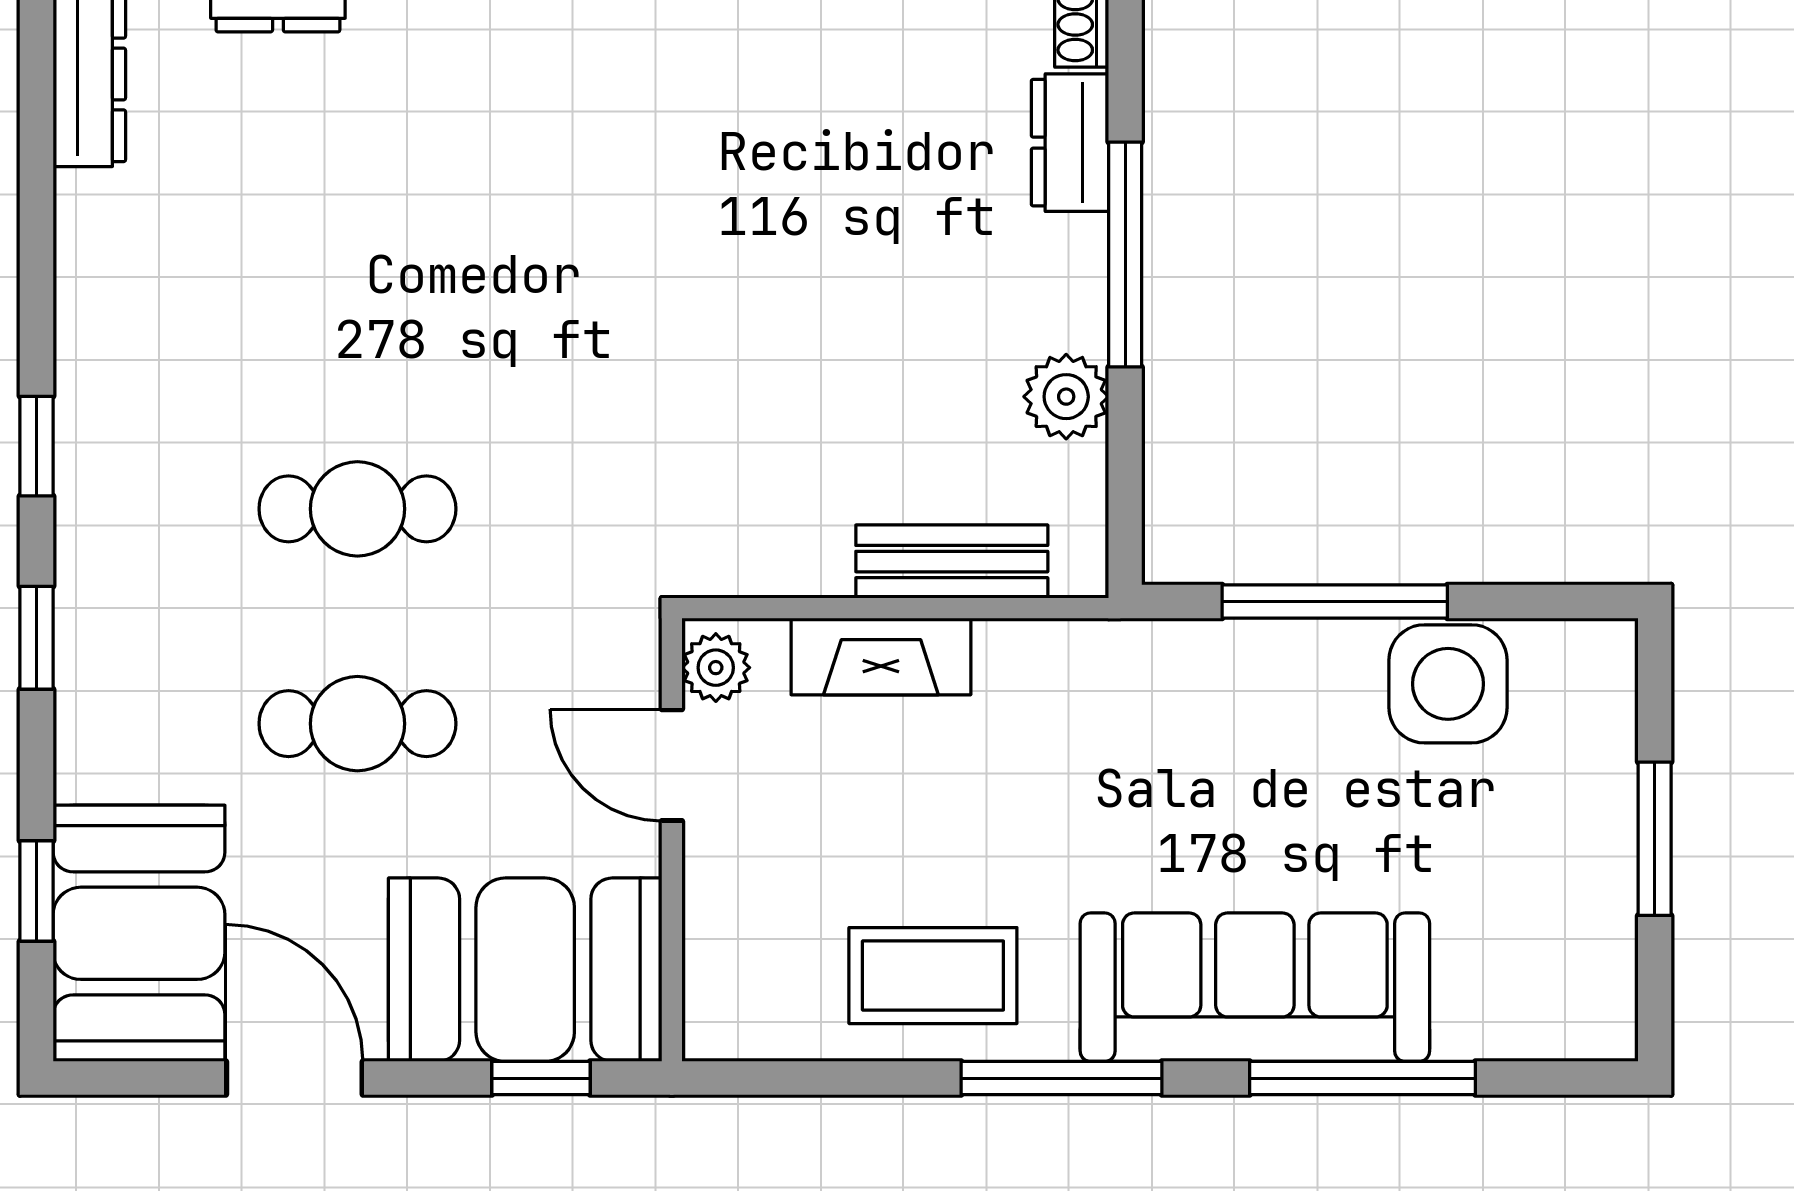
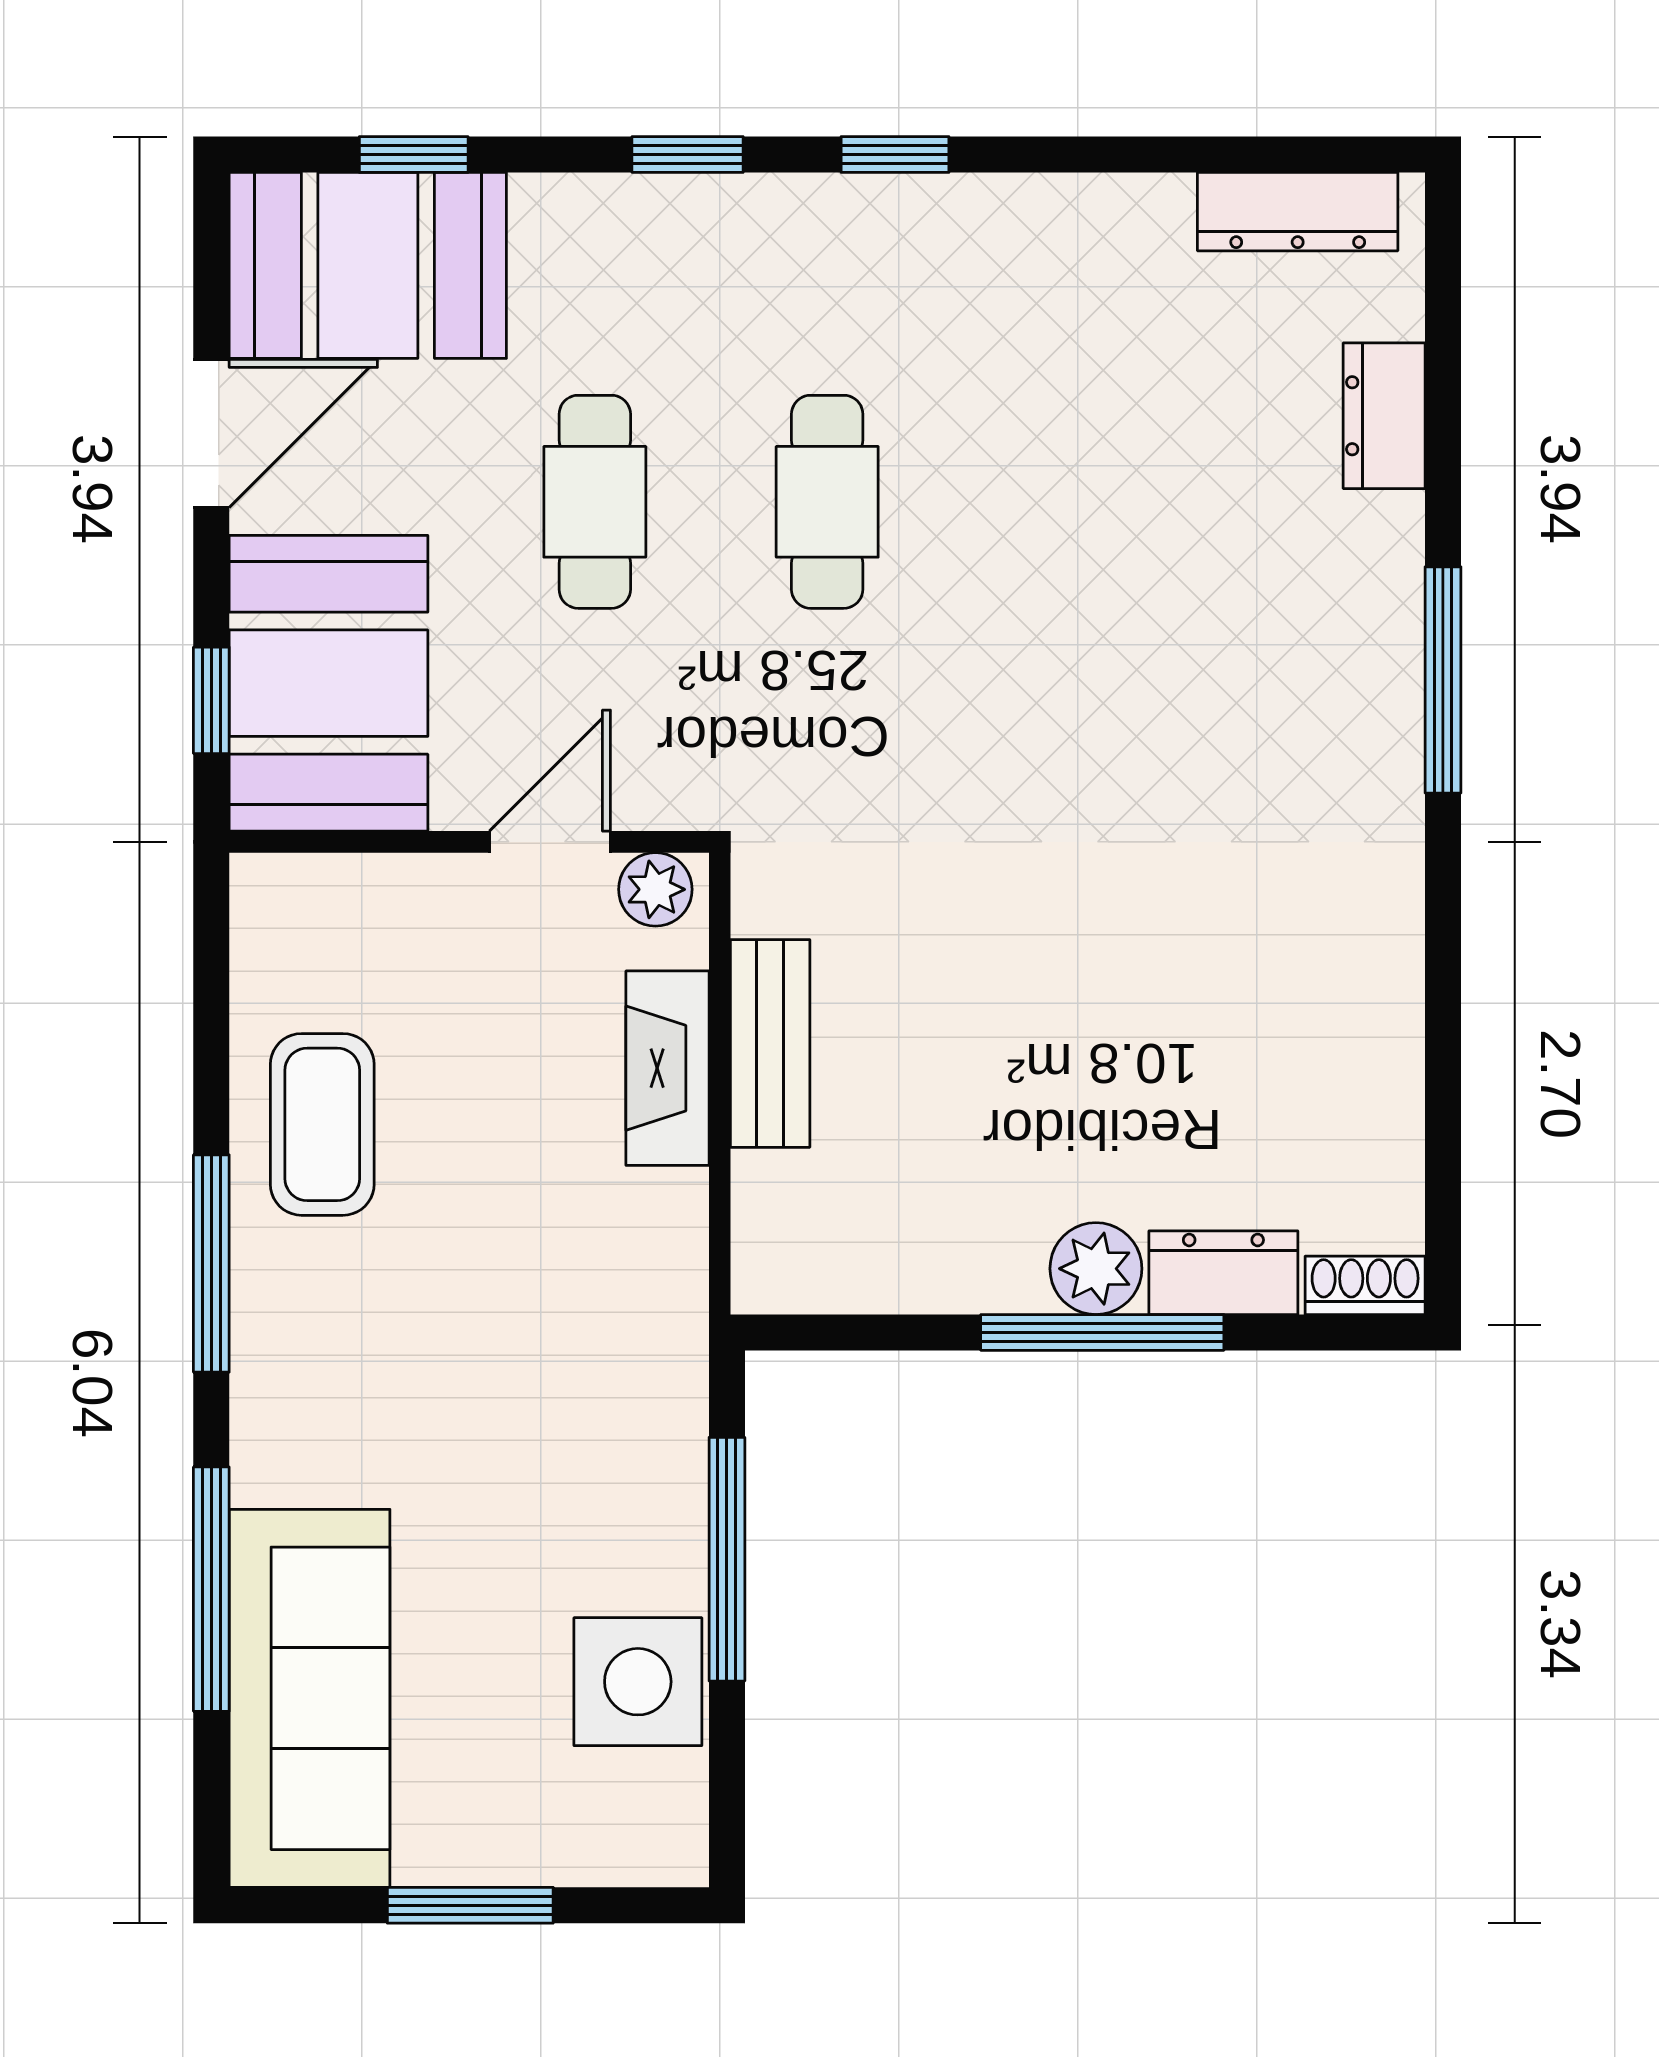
plant: (1066, 397) -> (1096, 1269), moved
bench: (952, 562) -> (770, 1043), moved
sofa: (1255, 987) -> (310, 1698), moved

